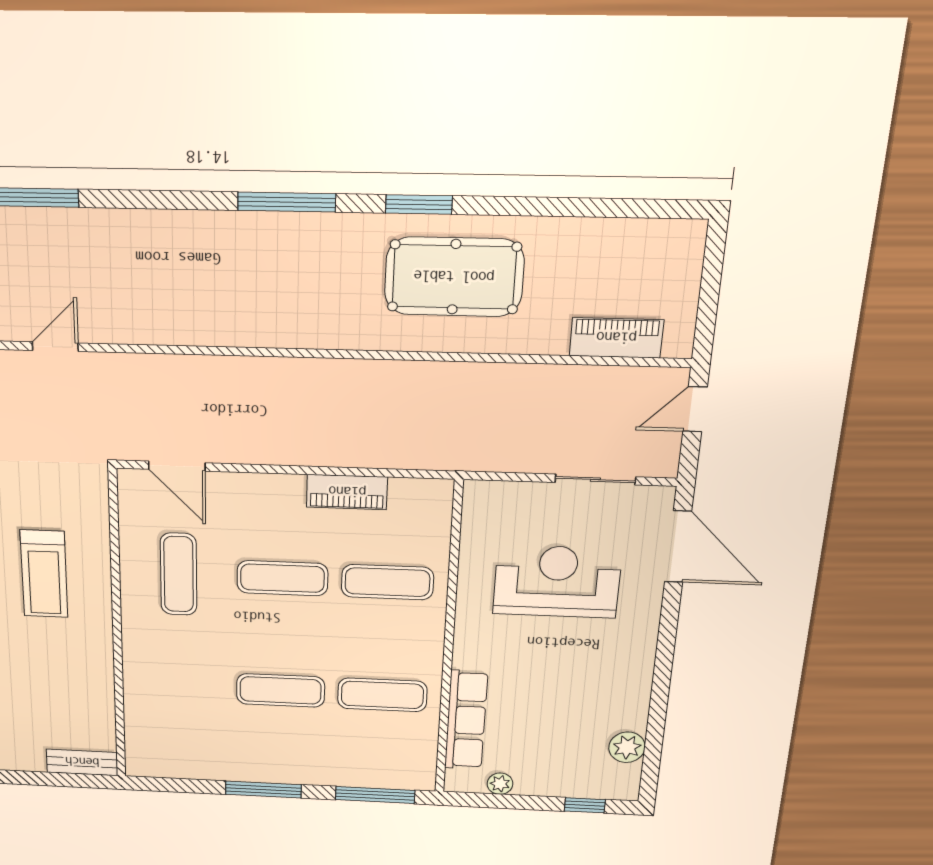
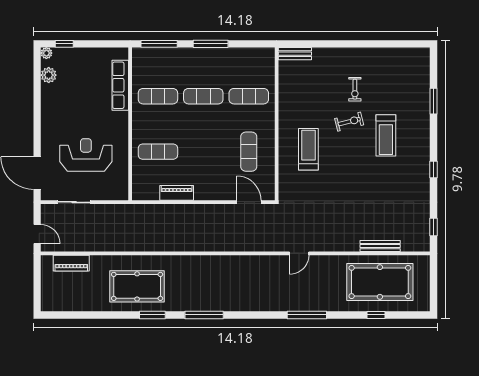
door: (695, 409) -> (37, 234), hinge flipped
exercise mat: (282, 578) -> (249, 96), moved
reception desk: (557, 582) -> (86, 155), turned 180
plant: (500, 784) -> (46, 53), moved

